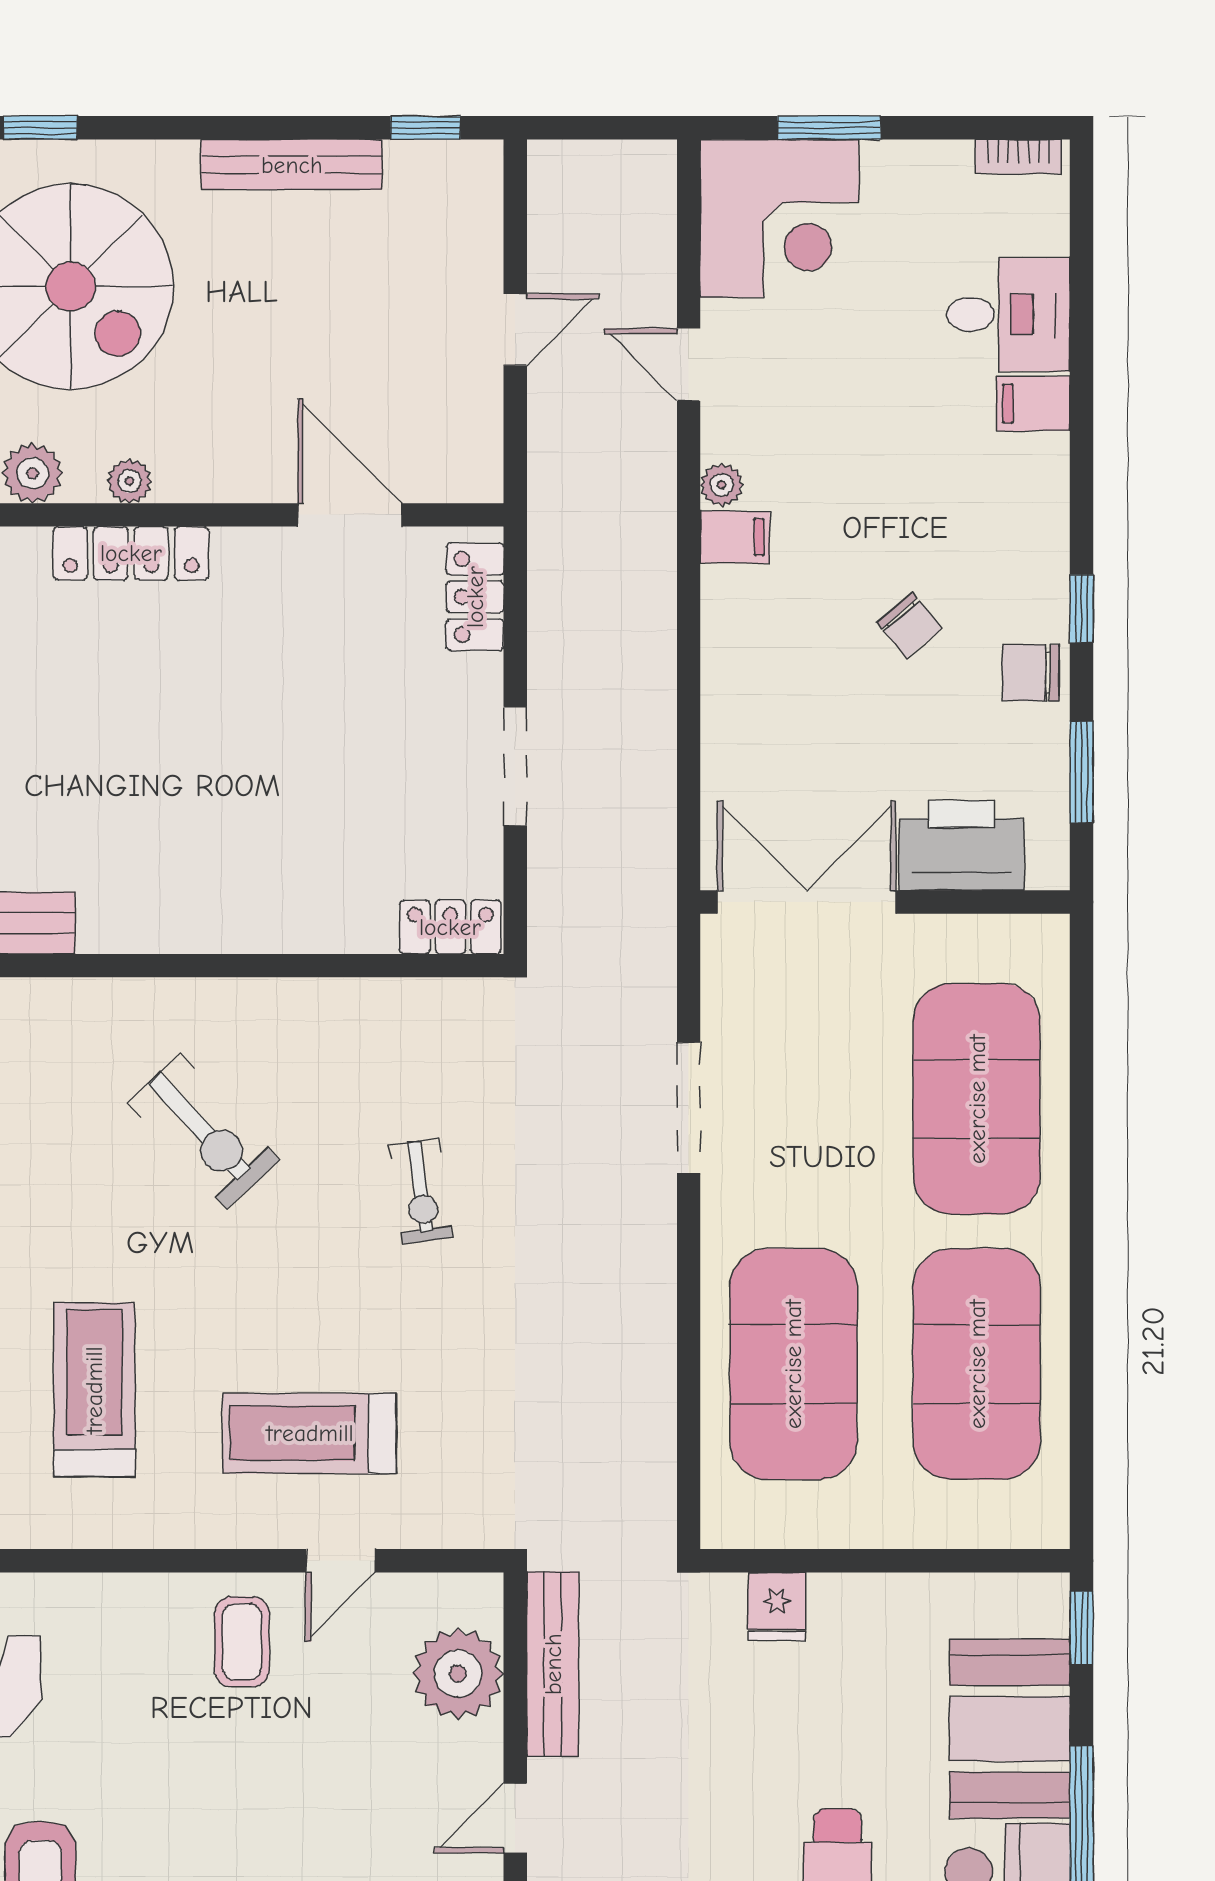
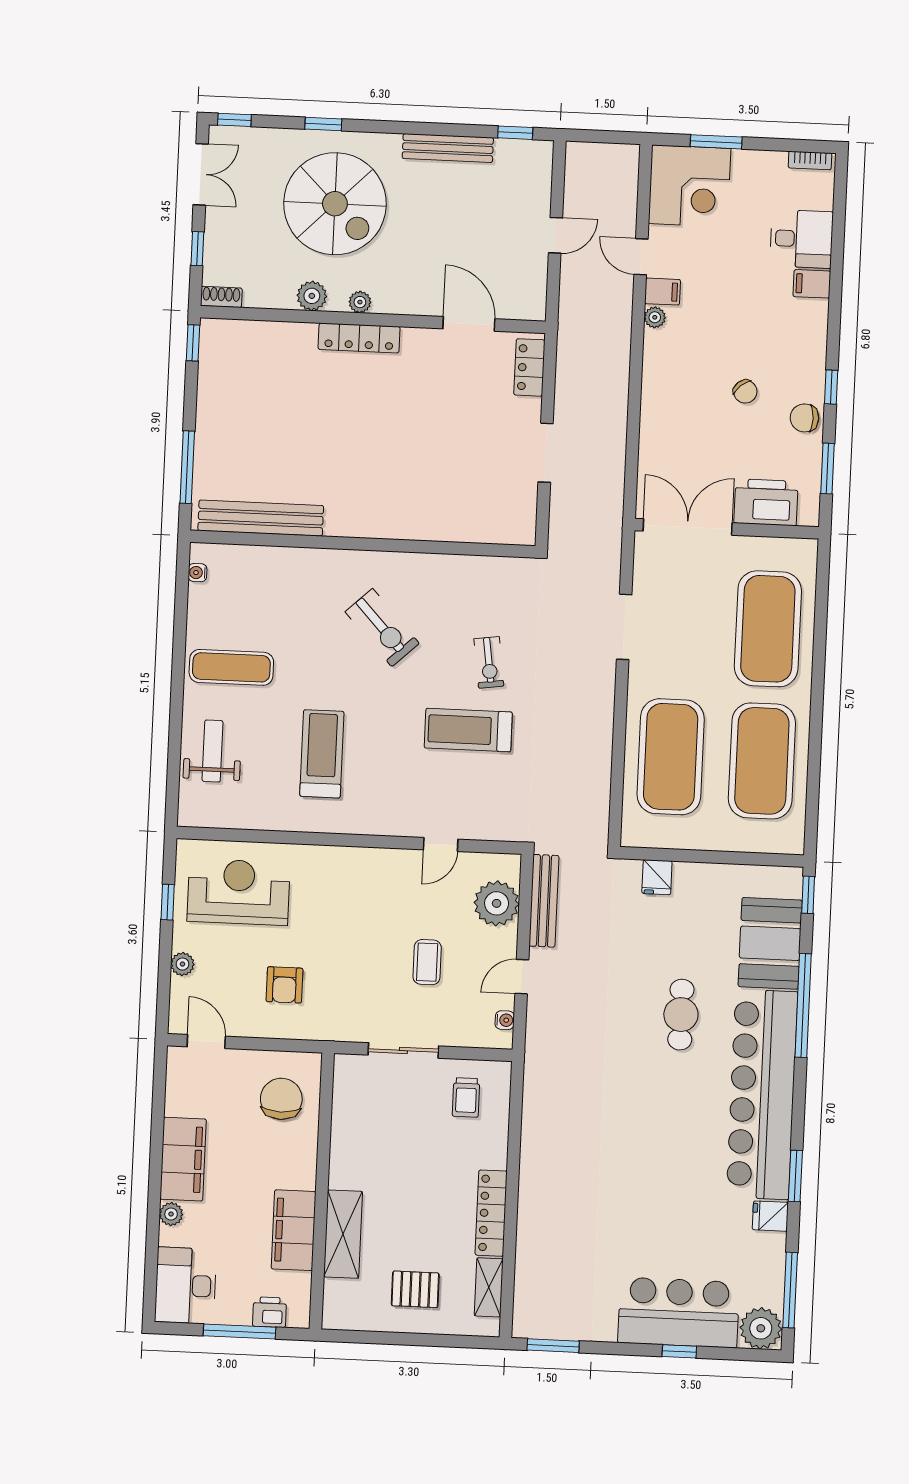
filing cabinet: (735, 537) -> (663, 292), moved
locker: (450, 927) -> (510, 531), removed
treadmill: (310, 1433) -> (468, 730), moved
coffee table: (242, 1642) -> (427, 962), moved

